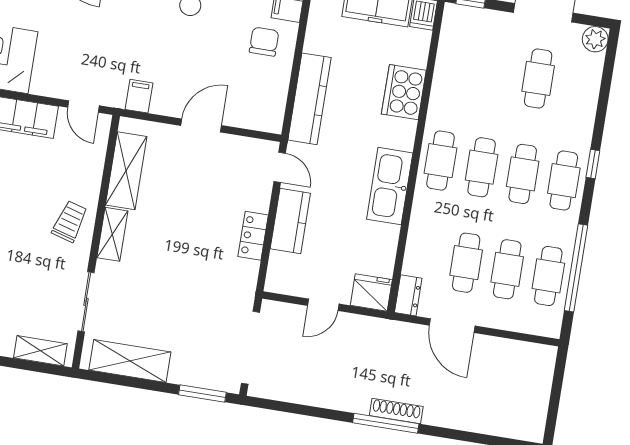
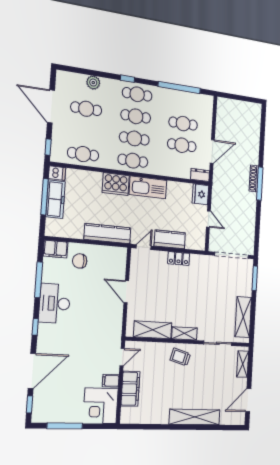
plant: (595, 39) -> (93, 83), moved
cooker: (404, 92) -> (116, 184), moved
filing cabinet: (139, 96) -> (111, 381), moved
cafe table: (548, 276) -> (83, 154), moved

